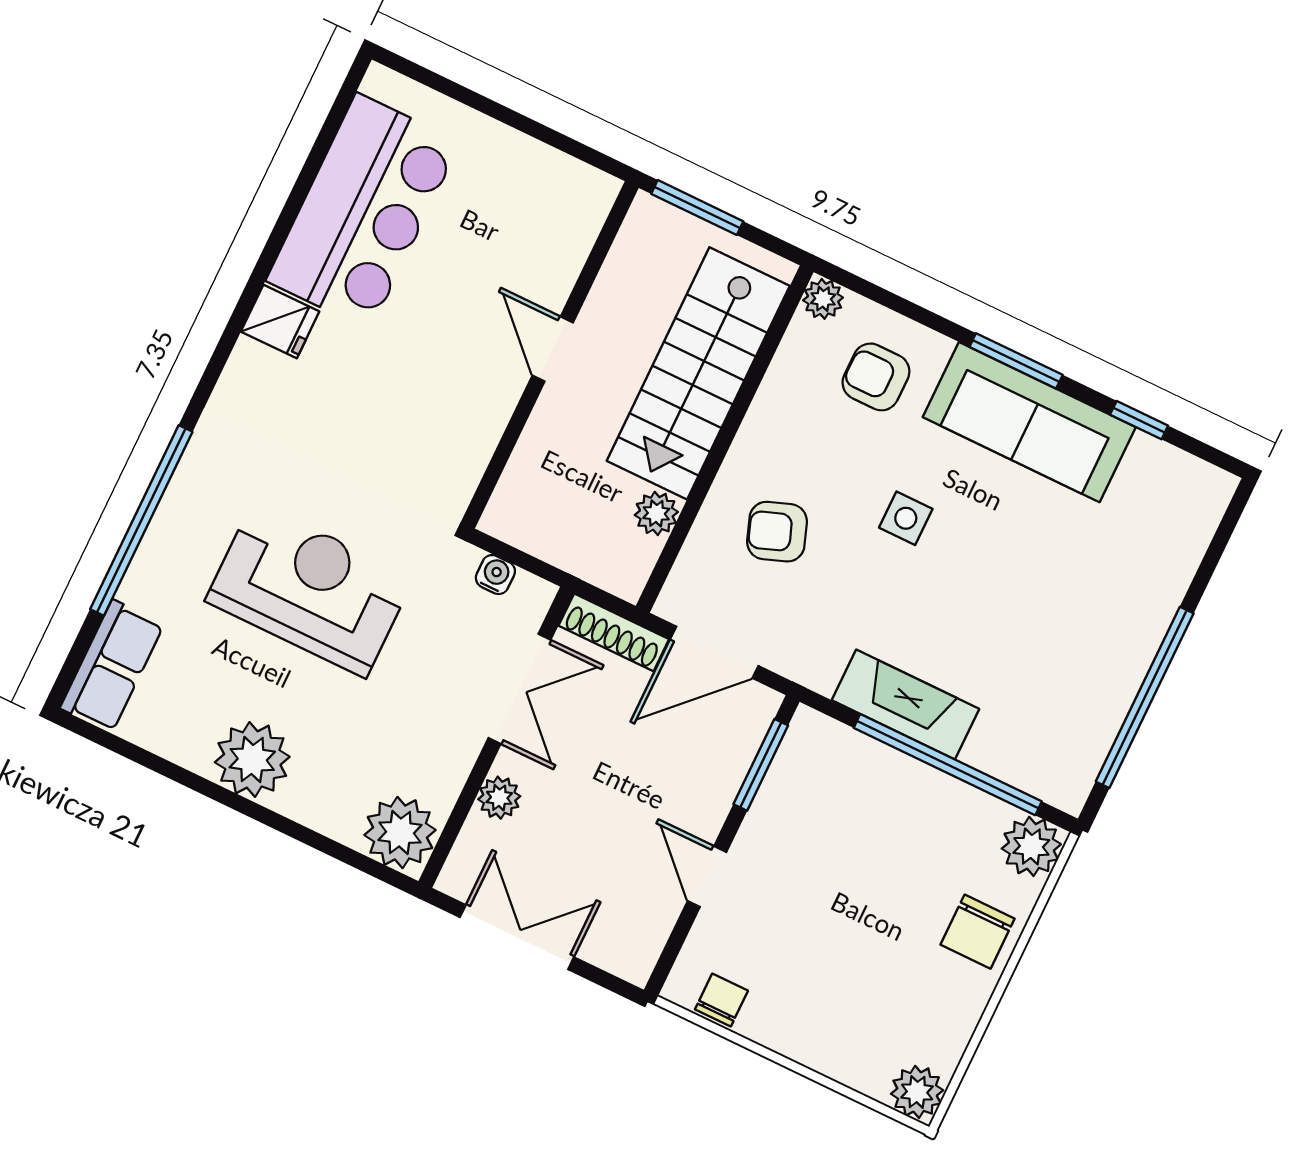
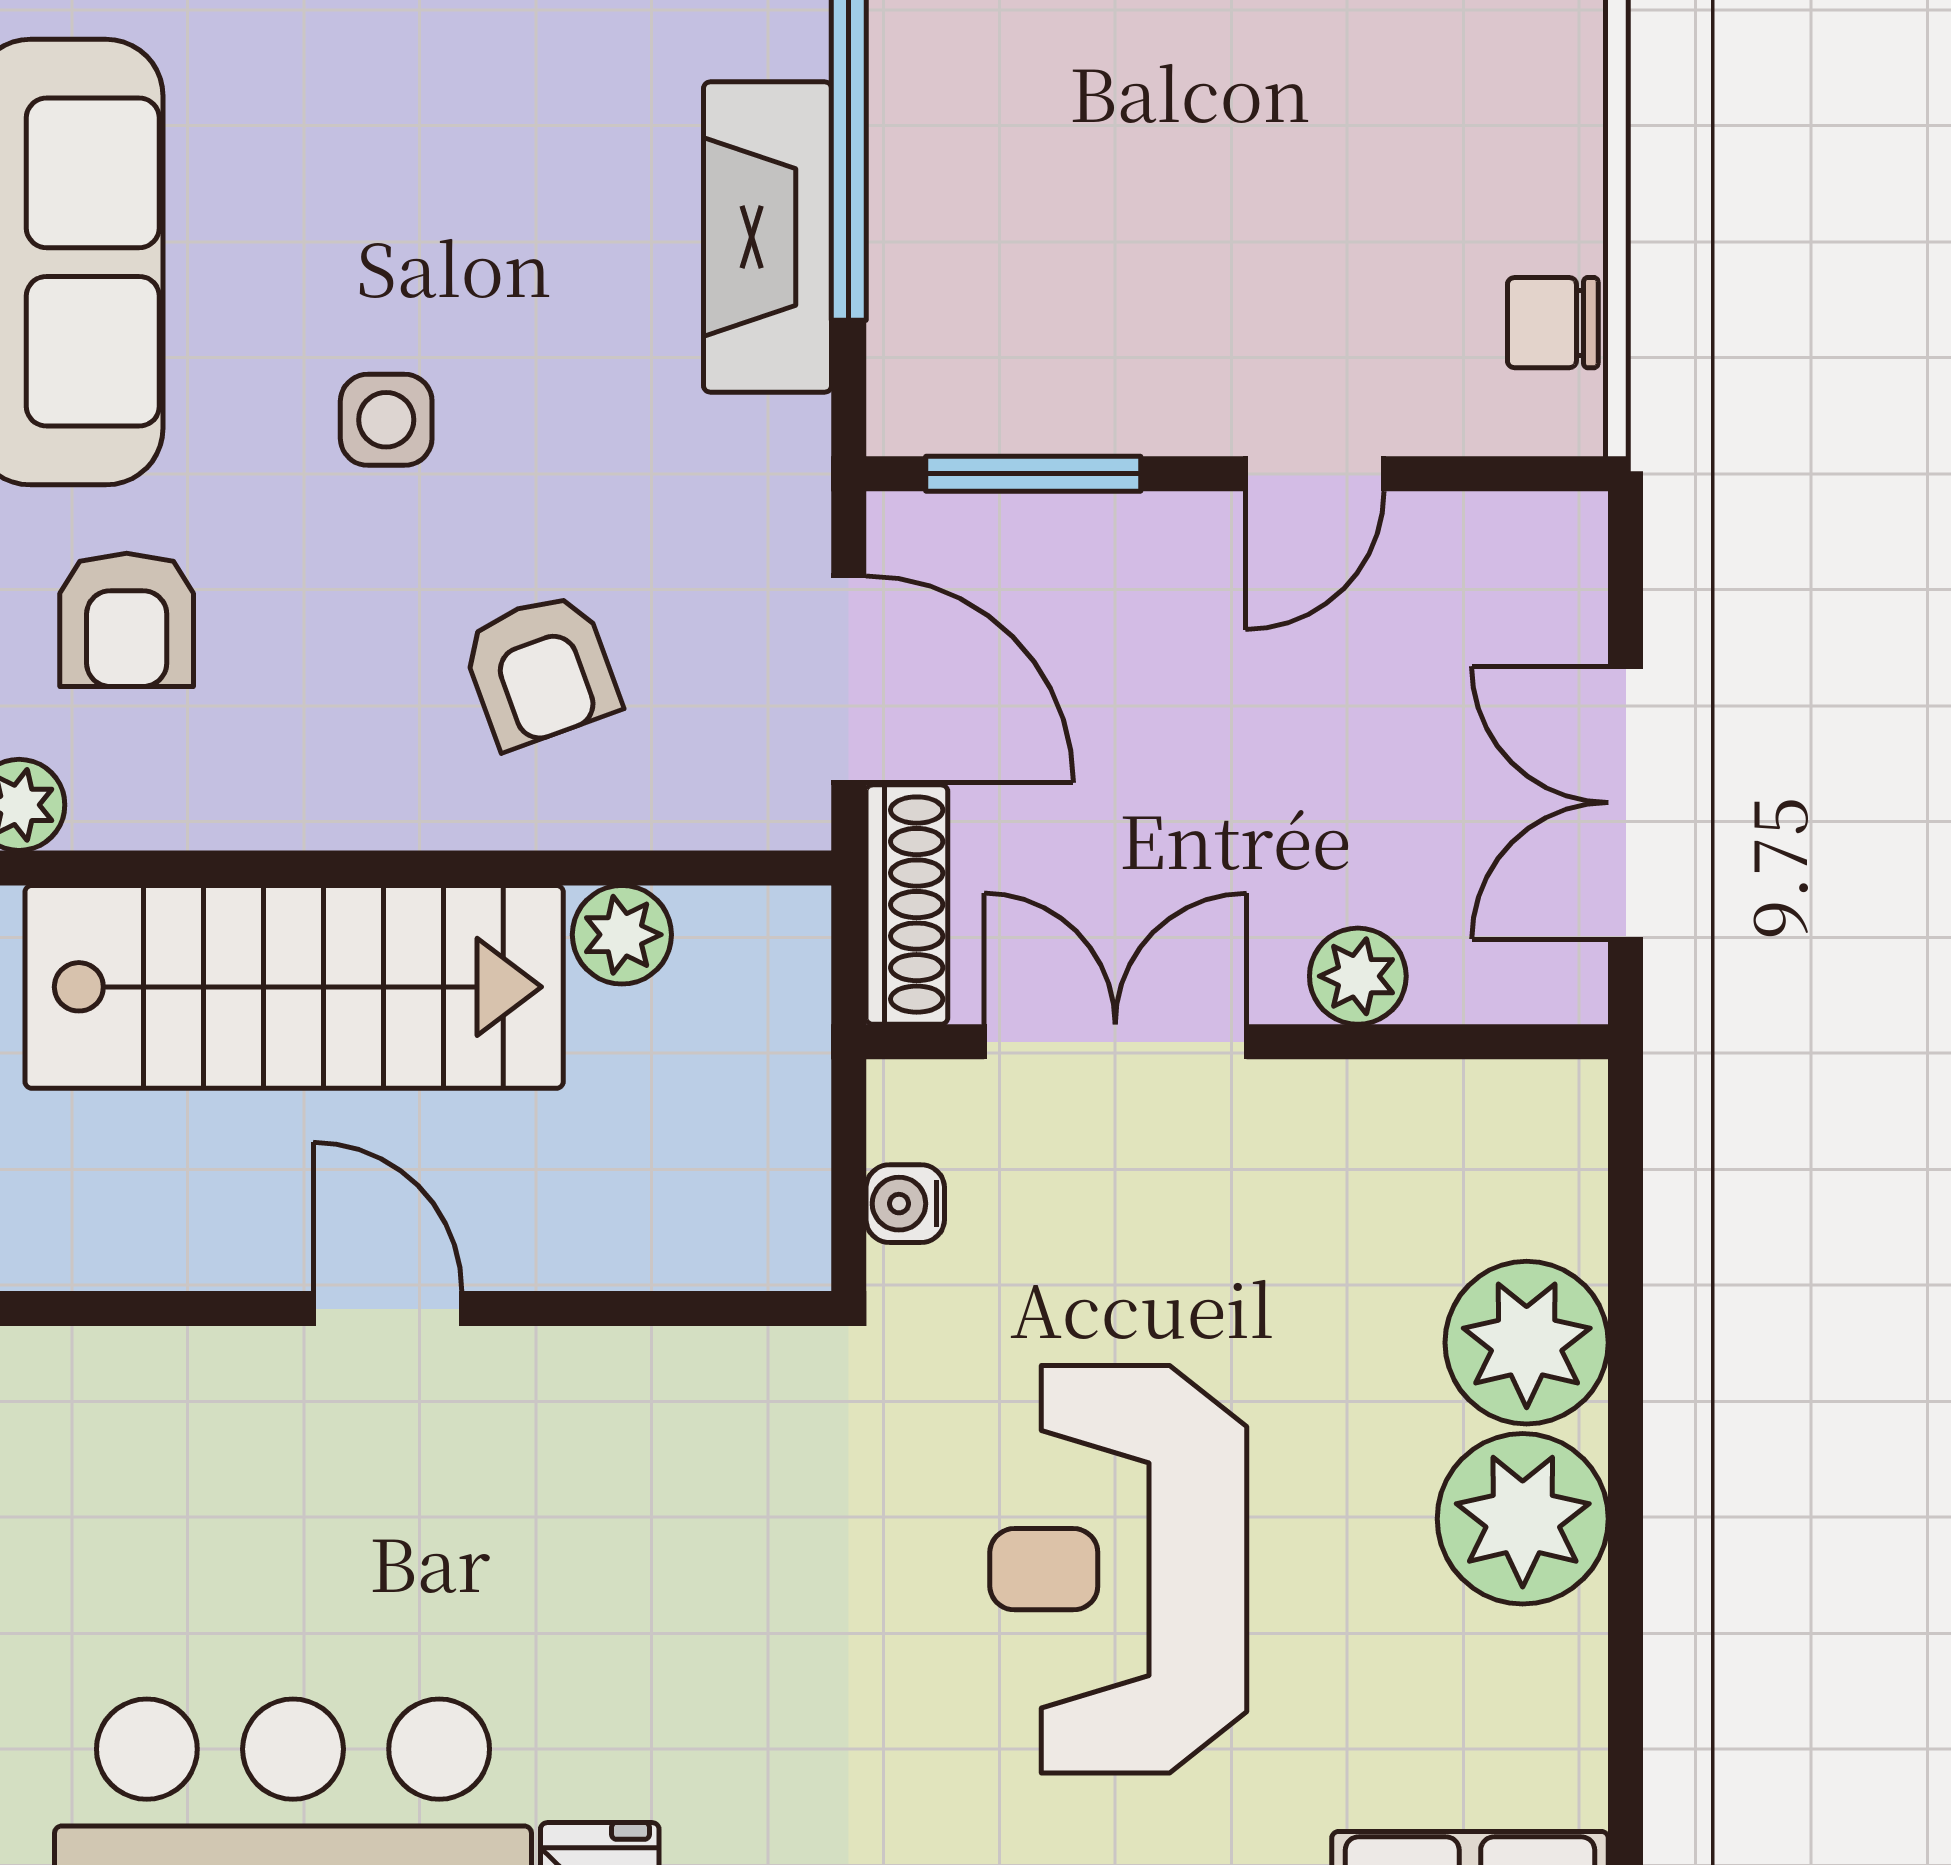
door: (553, 349) -> (388, 1309), swing flipped
plant: (400, 833) -> (1527, 1343), moved

